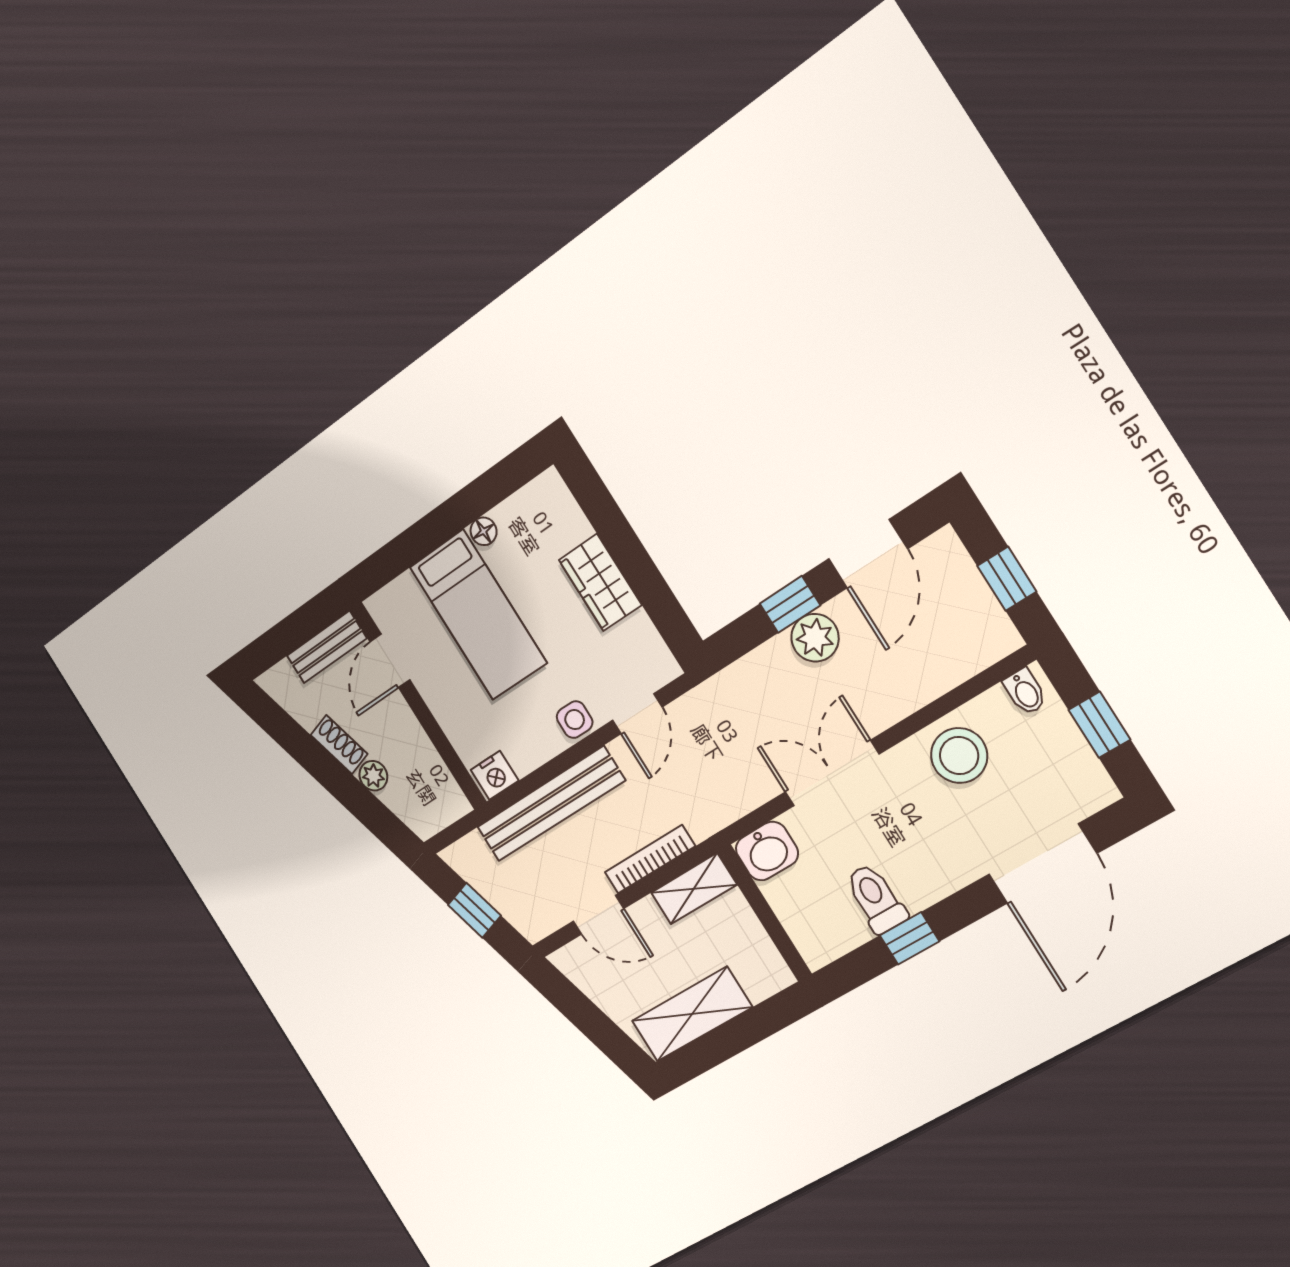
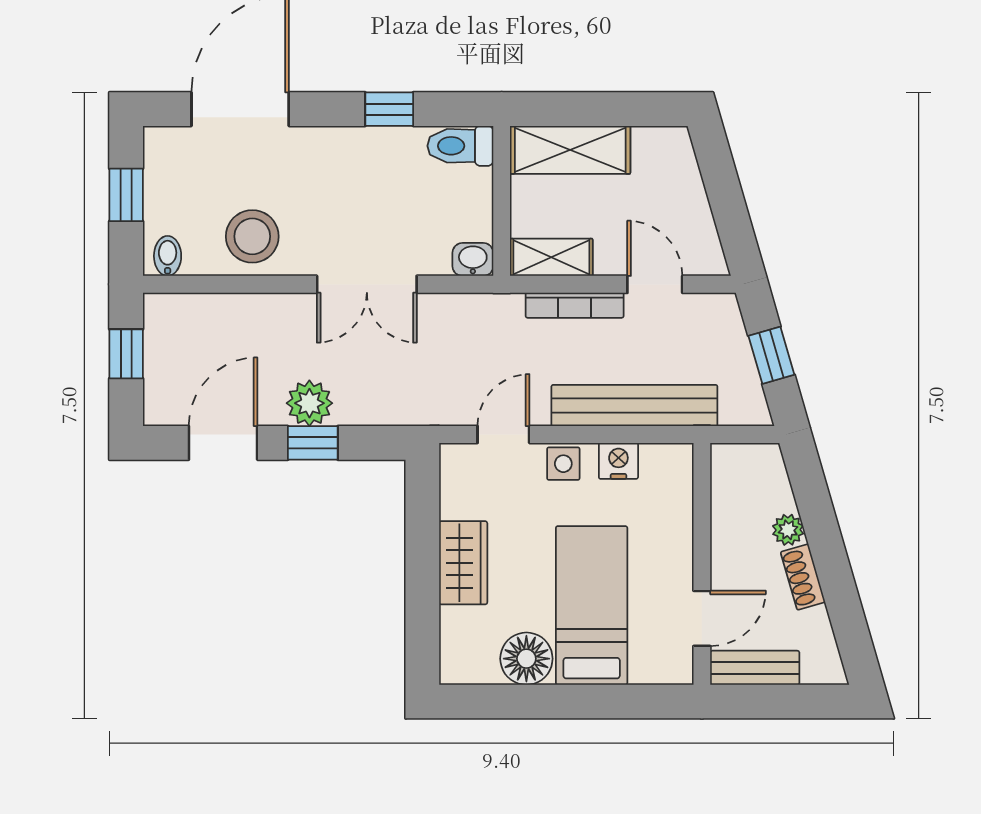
floor lamp: (484, 531) -> (526, 659), width x1.89, depth x1.89
nightstand: (495, 775) -> (618, 461), moved
washbasin: (767, 851) -> (473, 259), width x0.72, depth x0.69
toilet: (876, 898) -> (460, 146), moved, turned 90
shelving: (692, 1014) -> (570, 150), moved

